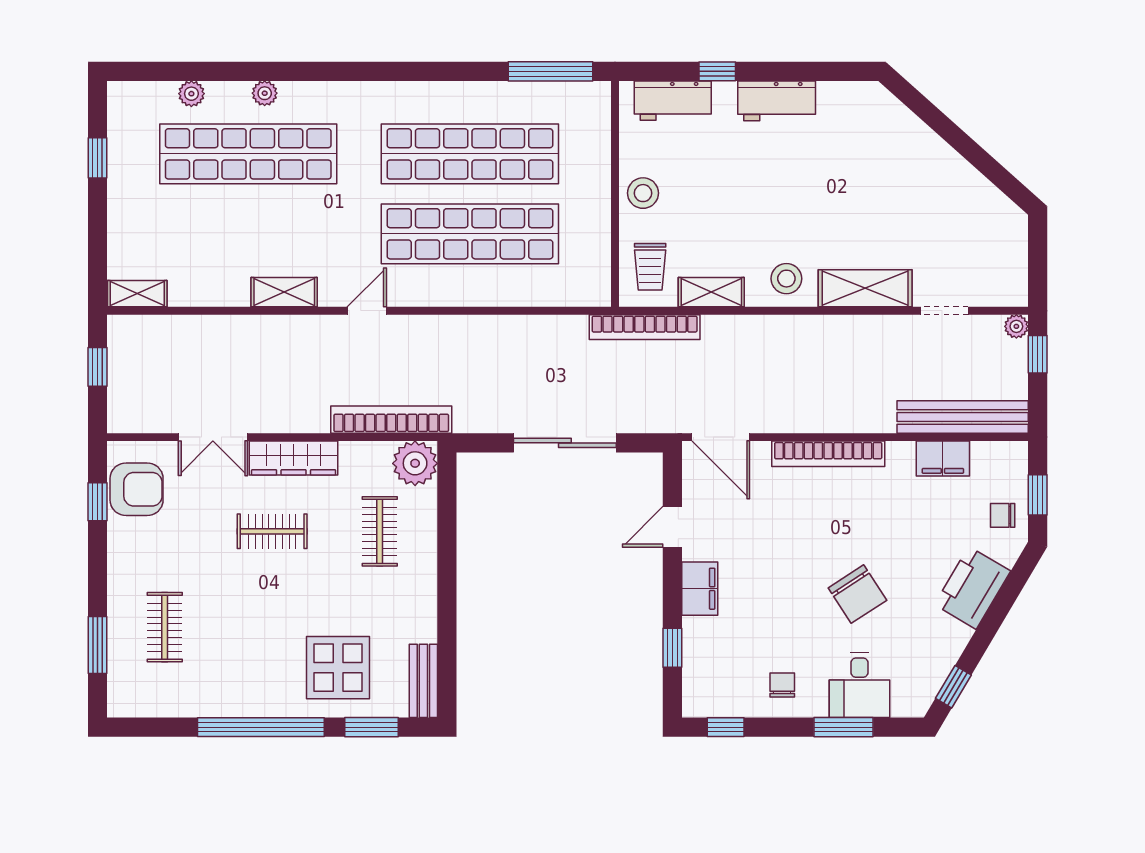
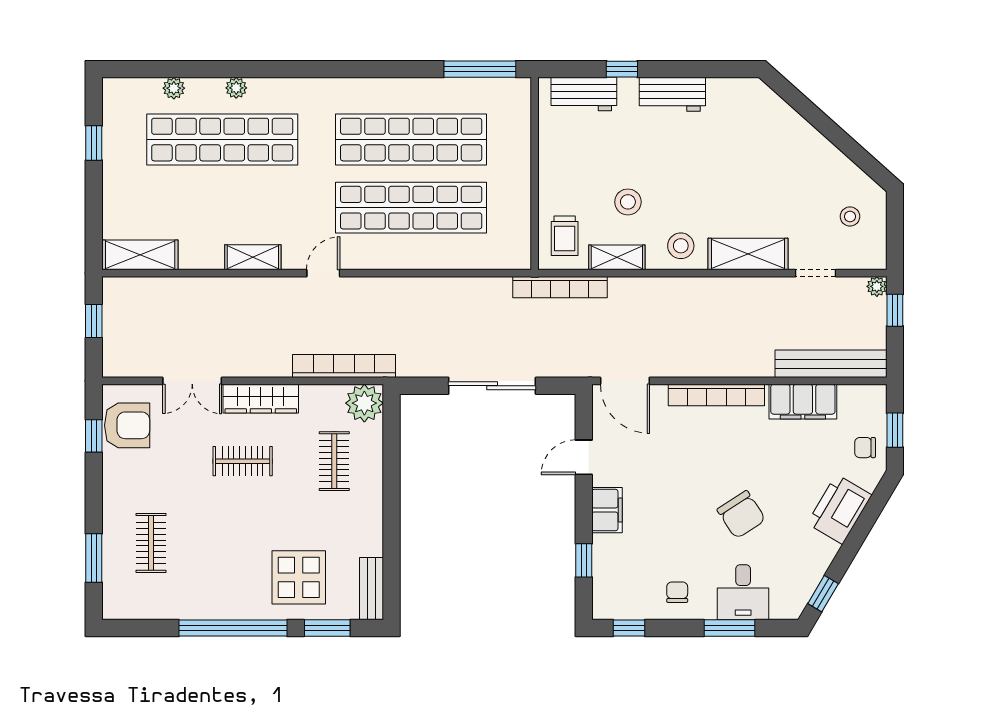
stool: (643, 193) -> (628, 202), moved
stool: (985, 244) -> (850, 216), added
shelving: (137, 294) -> (140, 255), width x1.50, depth x1.33
filing cabinet: (943, 459) -> (803, 402), width x1.50, depth x1.17

